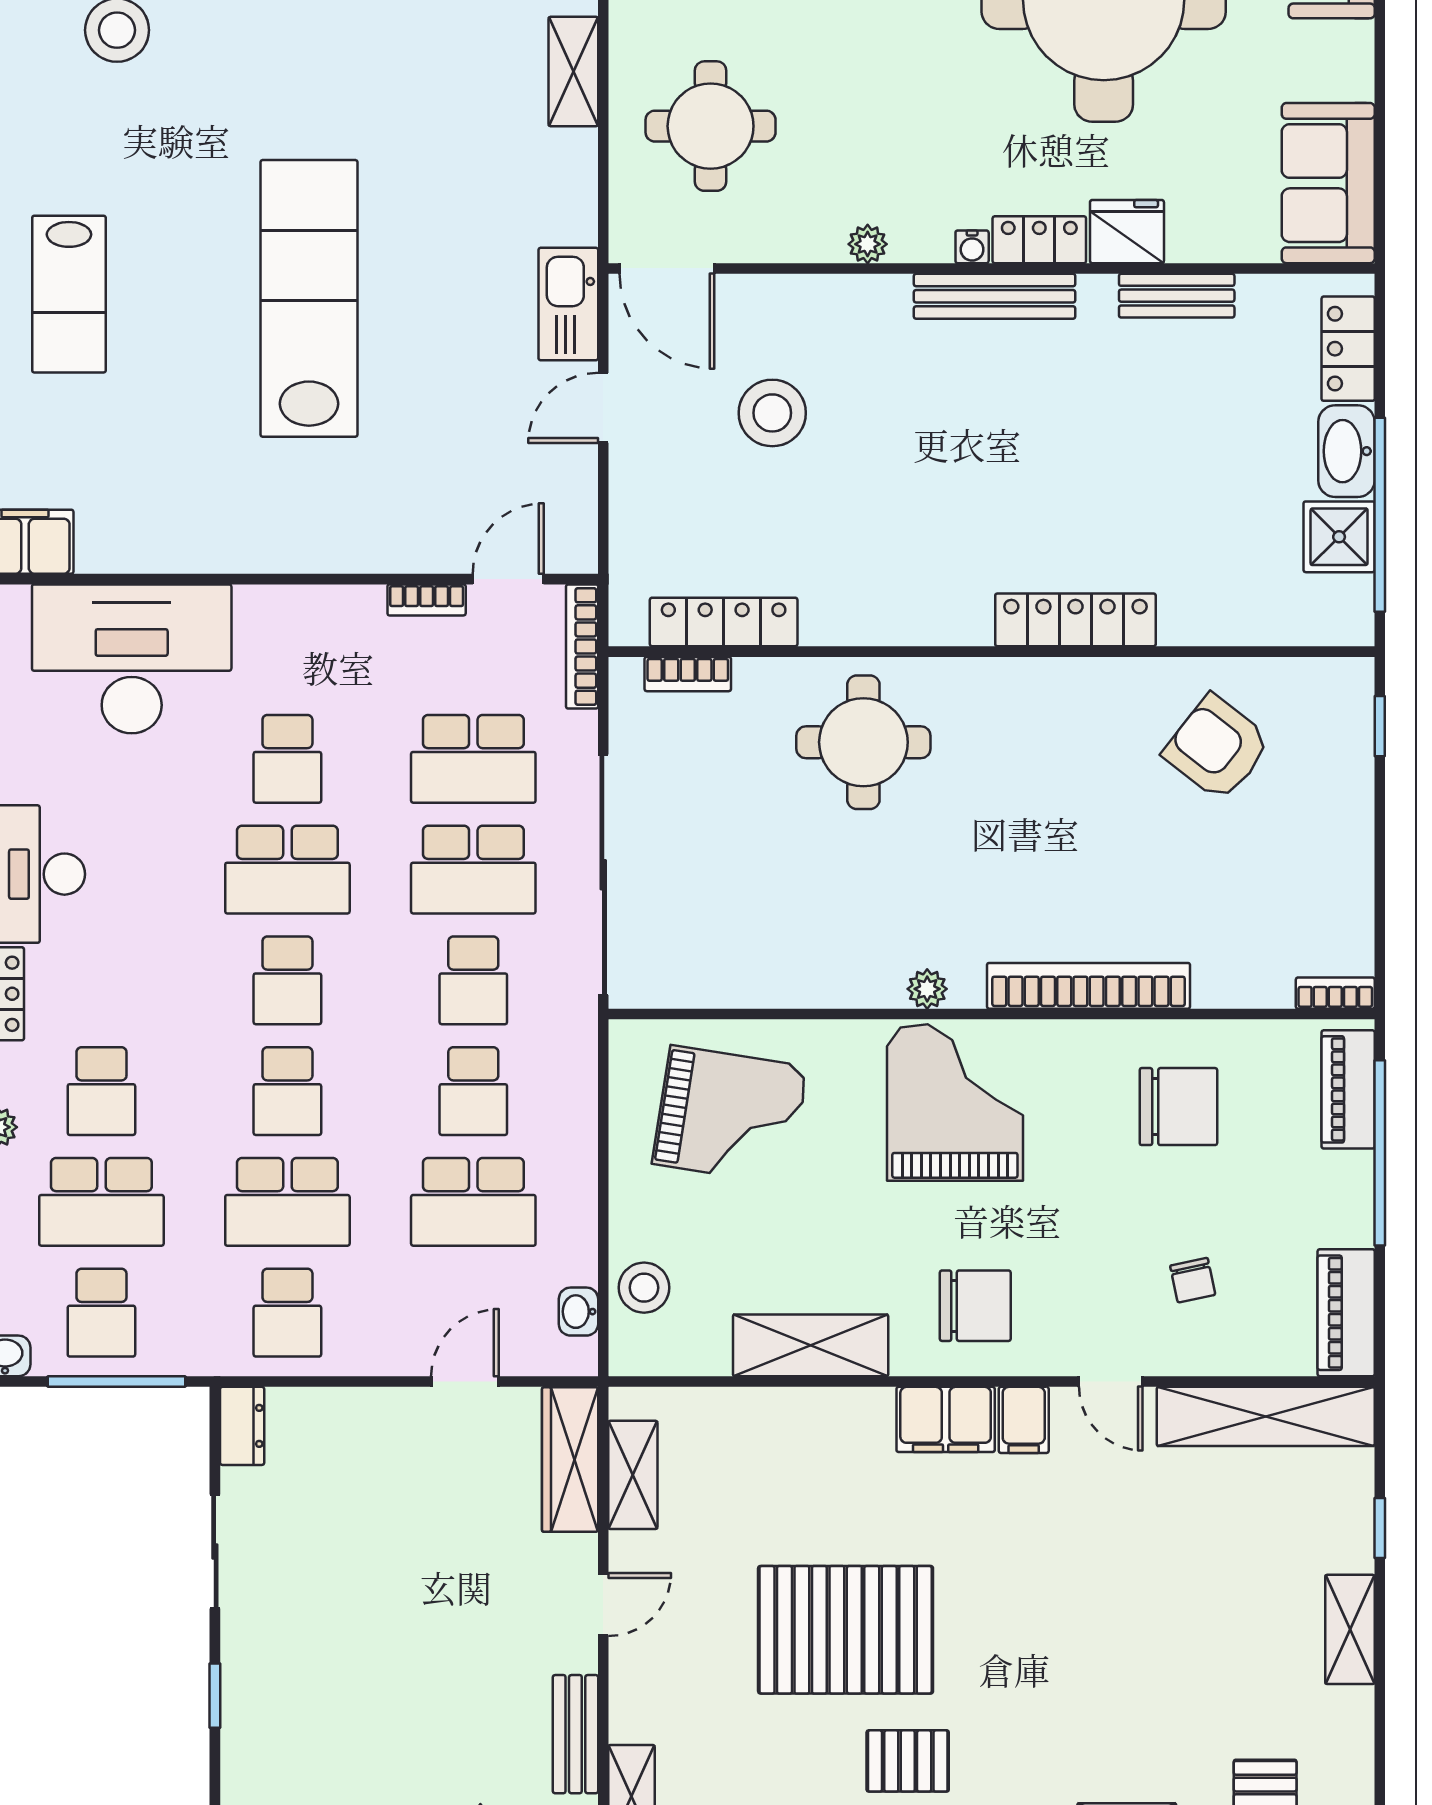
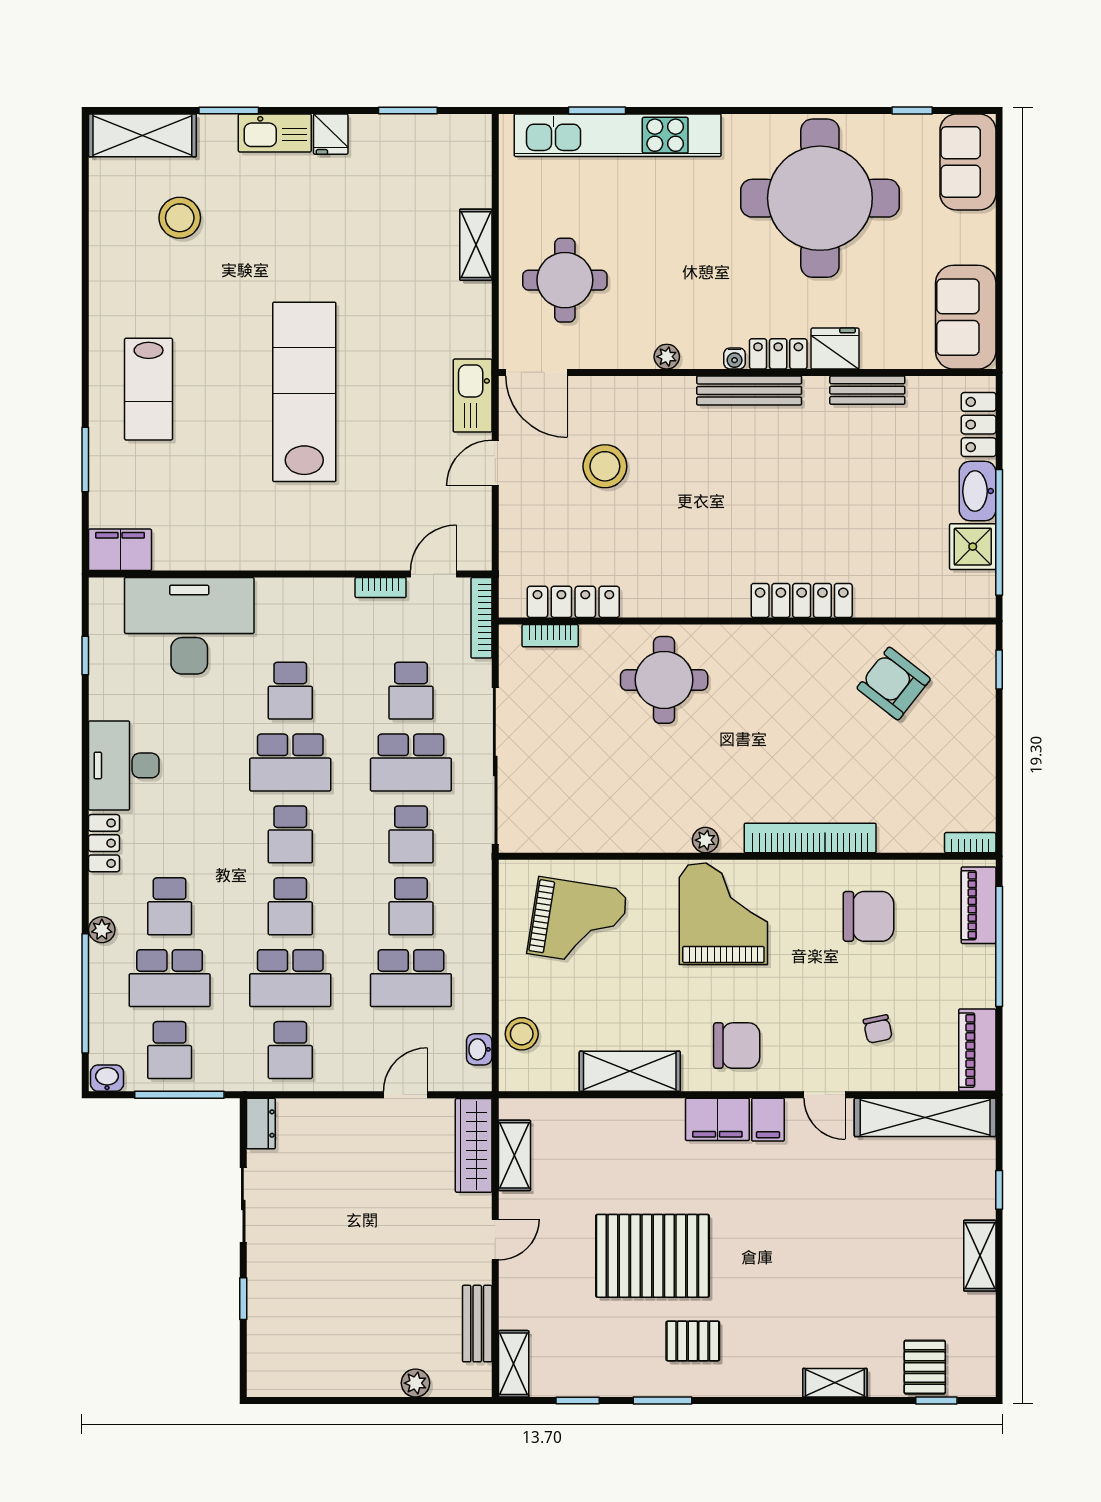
school desk: (473, 759) -> (411, 691), width x0.54

